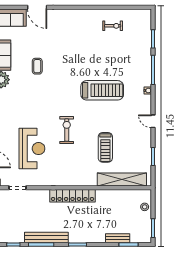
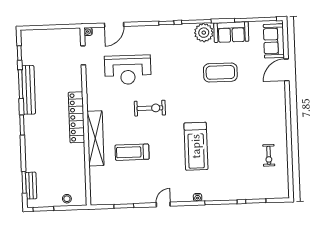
coffee table: (37, 66) -> (220, 72), width x1.86, depth x1.72
shelving: (122, 179) -> (95, 138), moved
bench: (118, 238) -> (31, 186), moved

